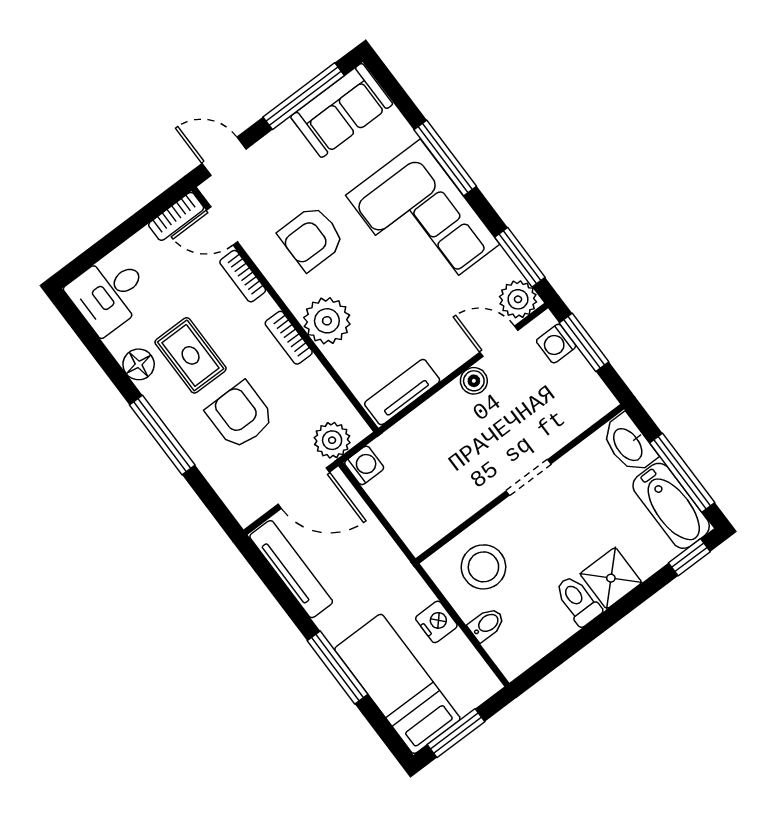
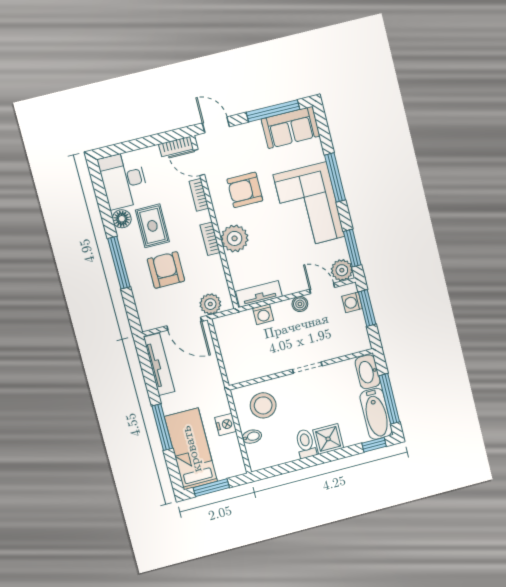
desk: (109, 293) -> (124, 180), width x1.37
washing machine: (364, 465) -> (263, 314), moved, turned 90

